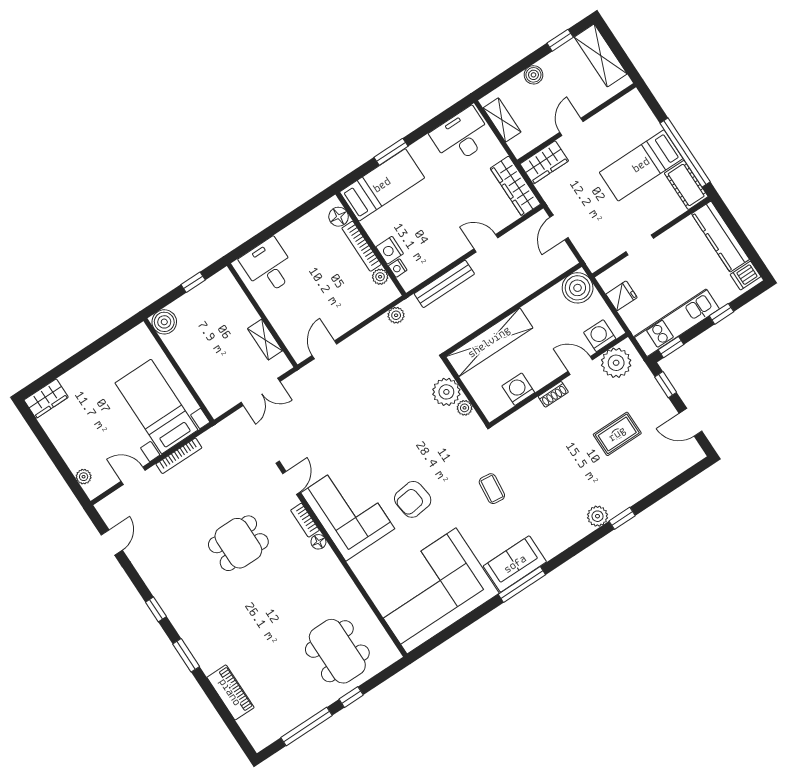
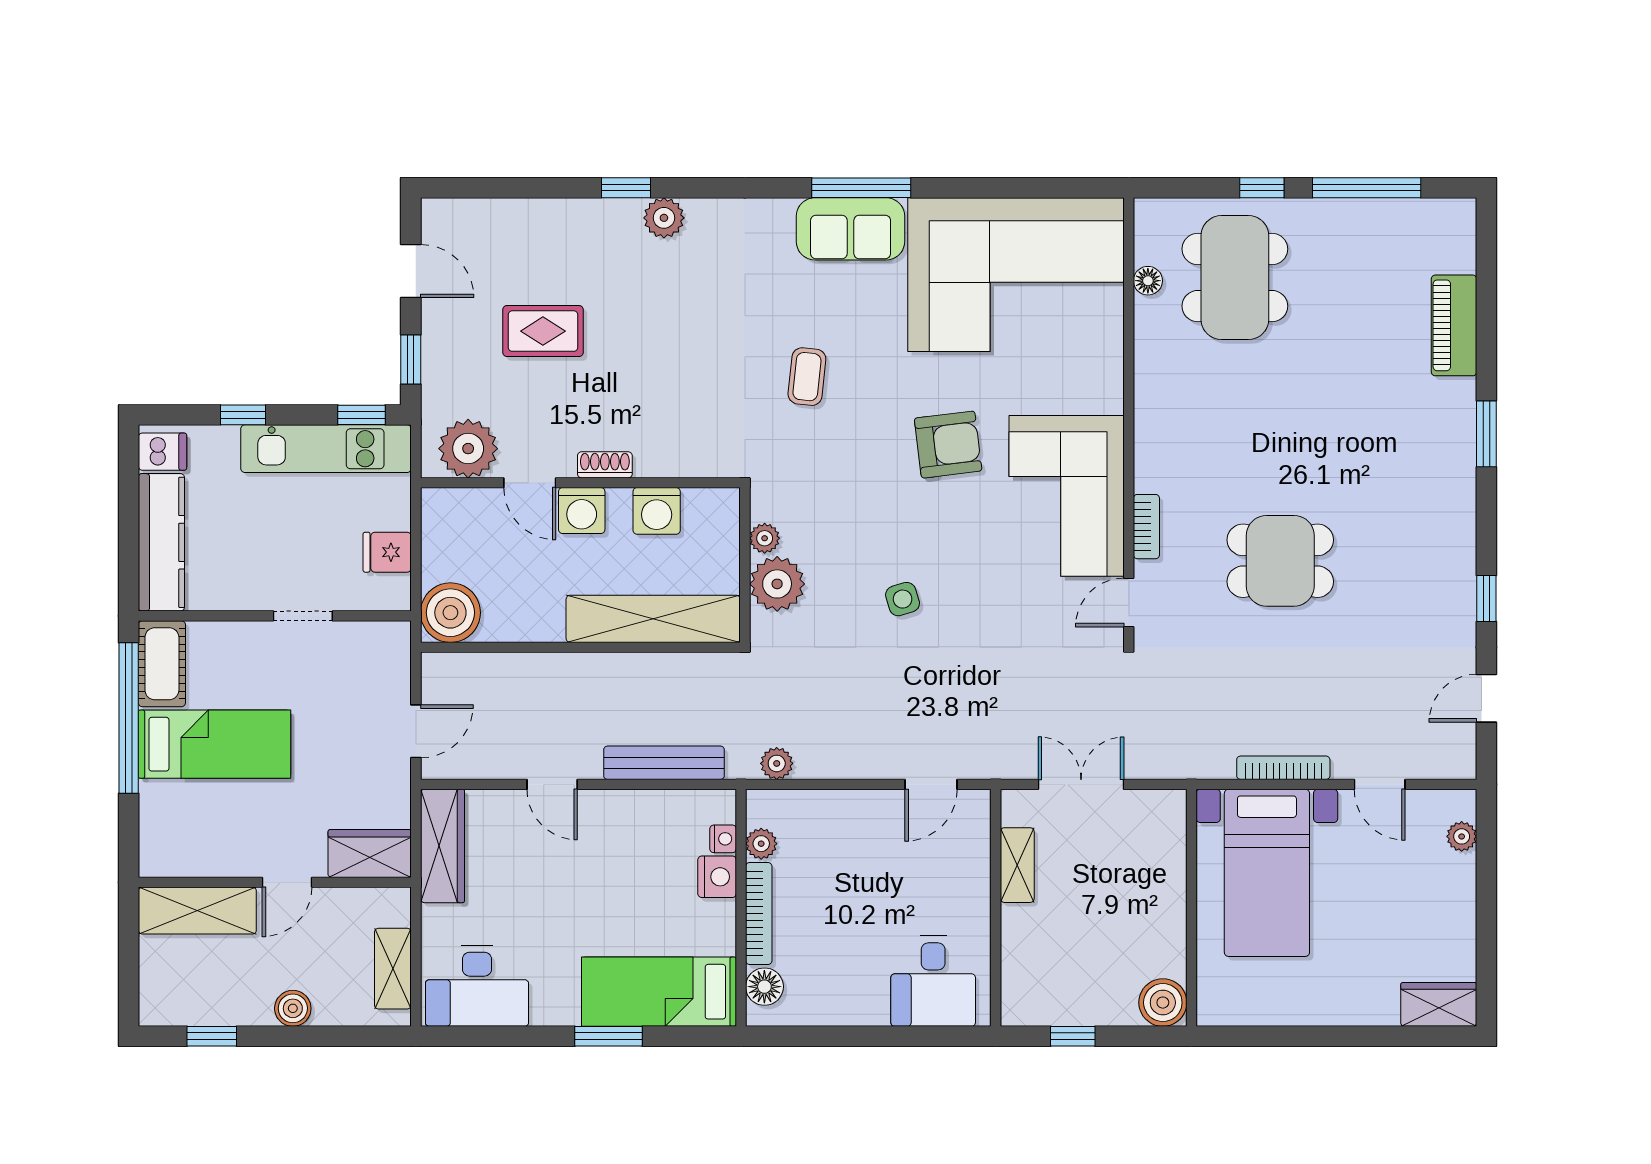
shelving: (601, 55) -> (197, 911), moved, turned 90
washing machine: (600, 336) -> (582, 511), moved
side table: (389, 421) -> (903, 599), added
floor lamp: (318, 542) -> (1148, 281), moved
window: (156, 609) -> (1486, 598), moved

